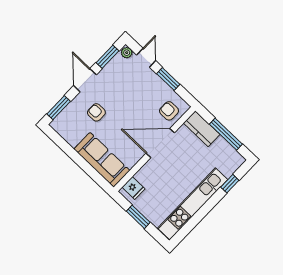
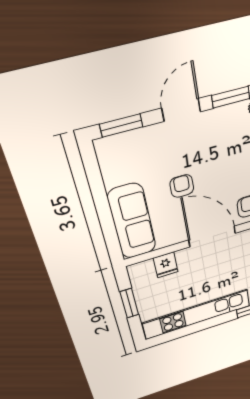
armchair: (96, 112) -> (182, 186), moved
fridge: (133, 188) -> (166, 265), moved

